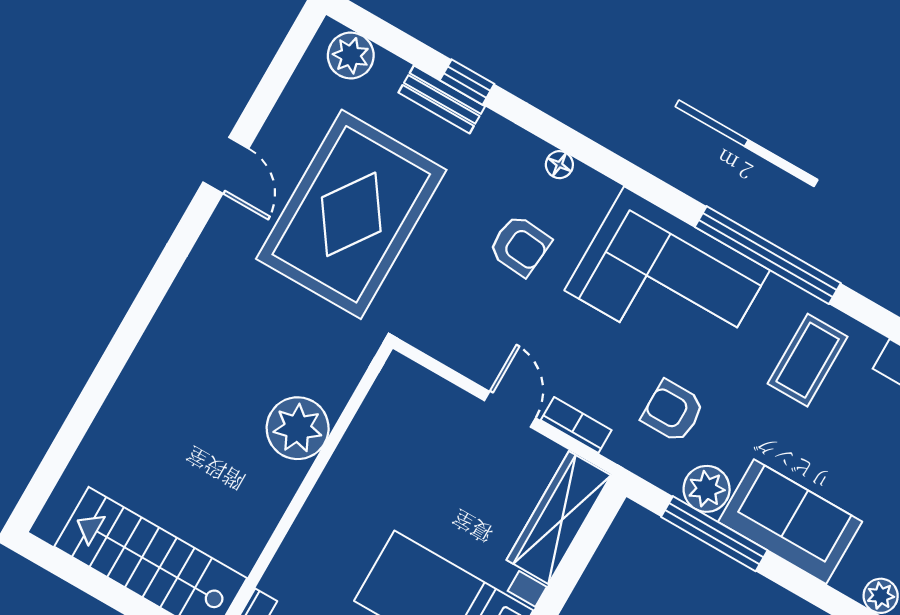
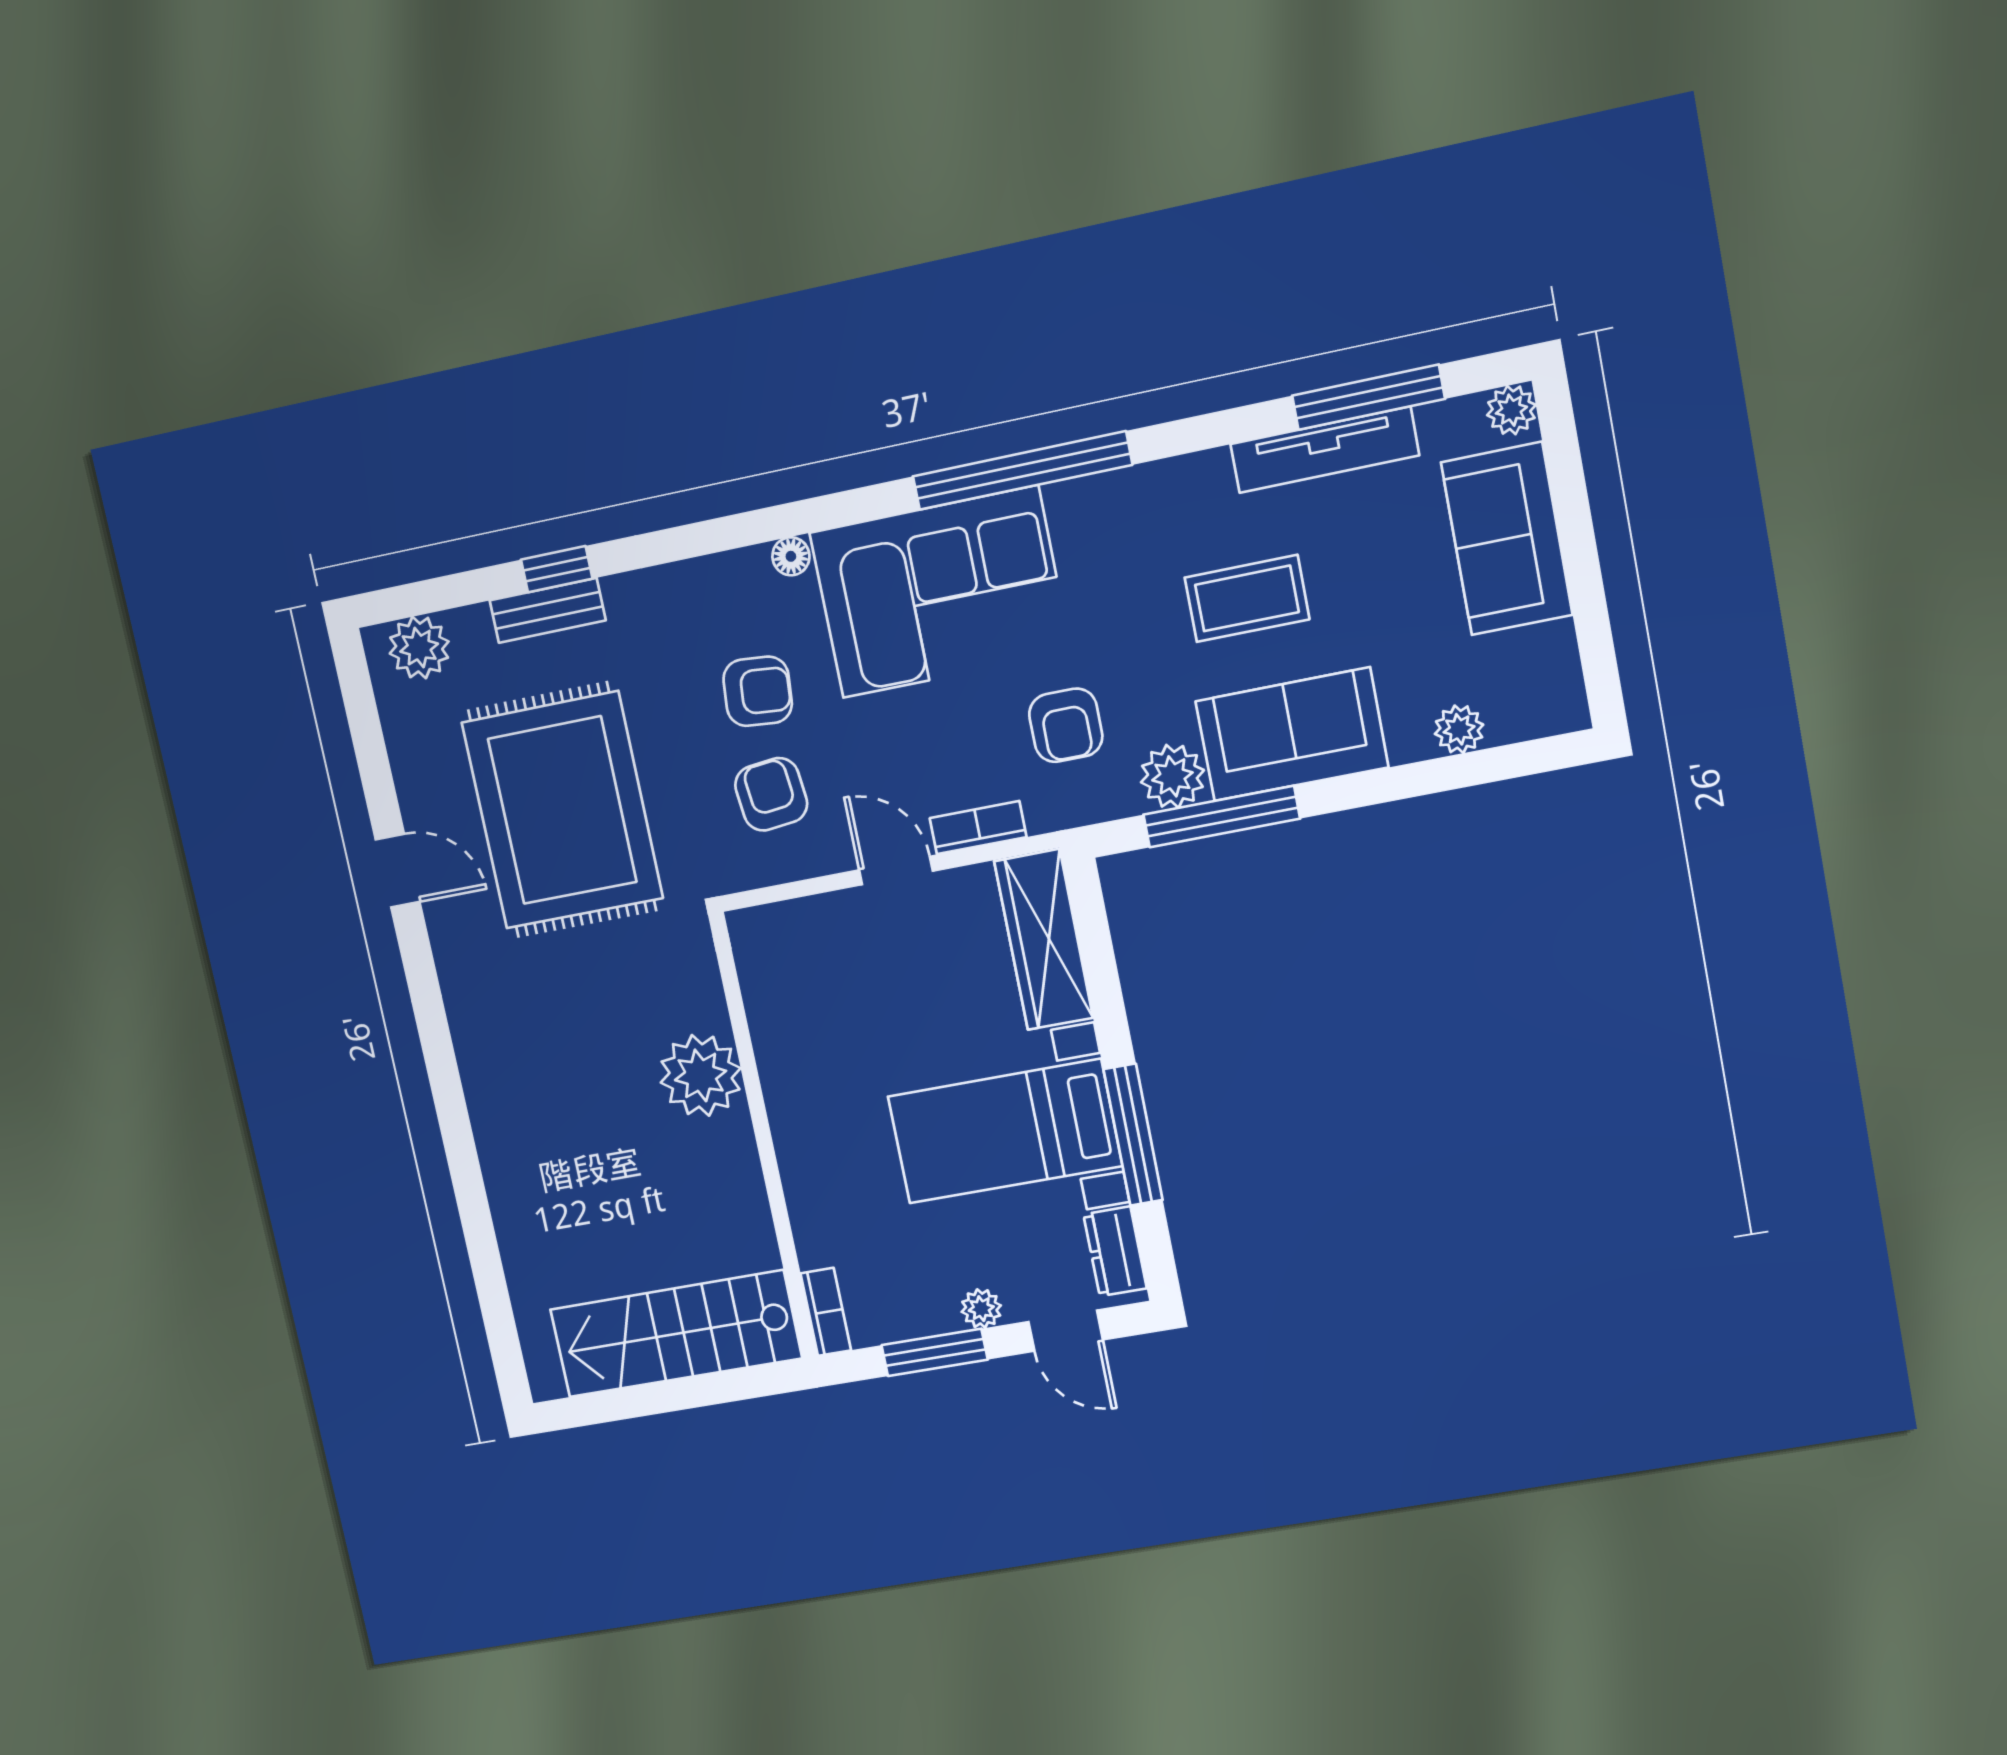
floor lamp: (559, 165) -> (791, 556), moved
armchair: (477, 308) -> (771, 794), added
coffee table: (808, 360) -> (1247, 598), moved, turned 90
armchair: (673, 411) -> (1066, 725), turned -90

